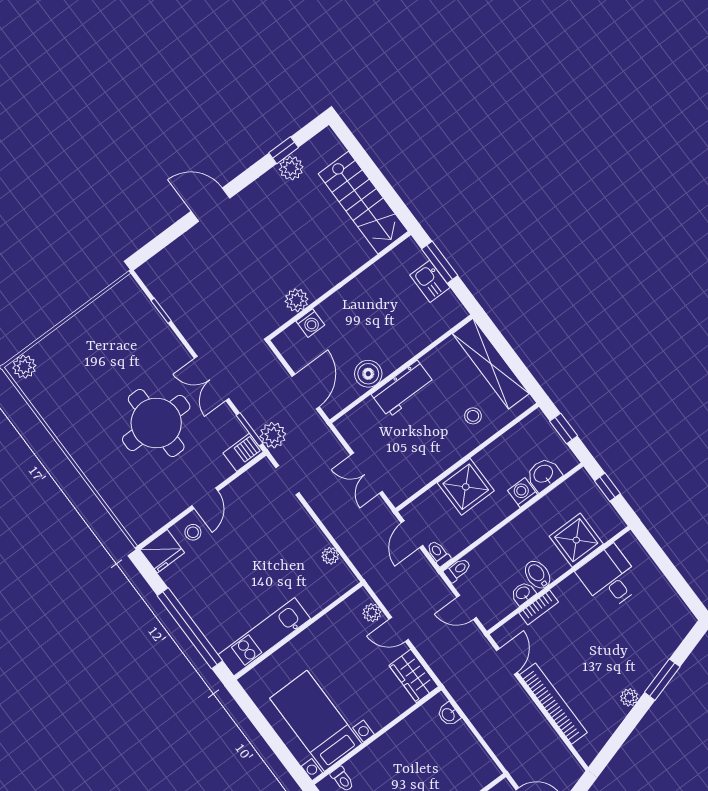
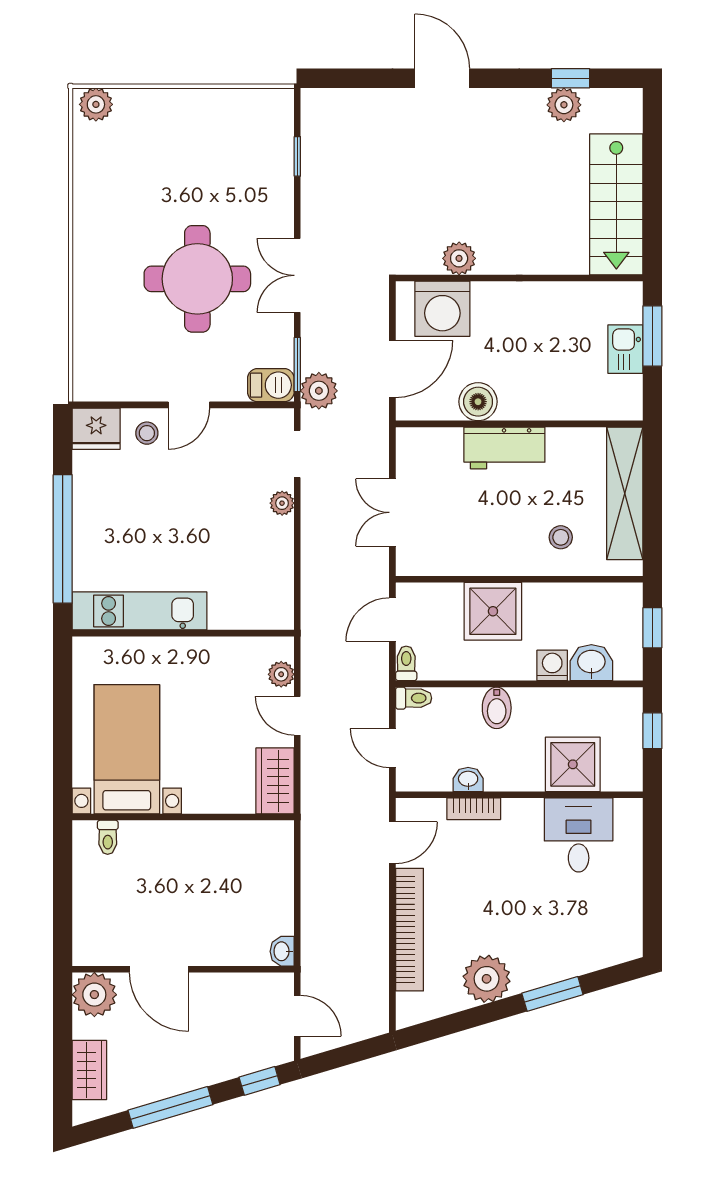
washing machine: (310, 323) -> (442, 309), width x1.89, depth x1.89
plant: (330, 556) -> (282, 503), moved
bidet: (538, 575) -> (497, 708), moved, turned 180
plant: (629, 697) -> (487, 979), width x1.88, depth x1.88
washbasin: (449, 714) -> (282, 951), moved

